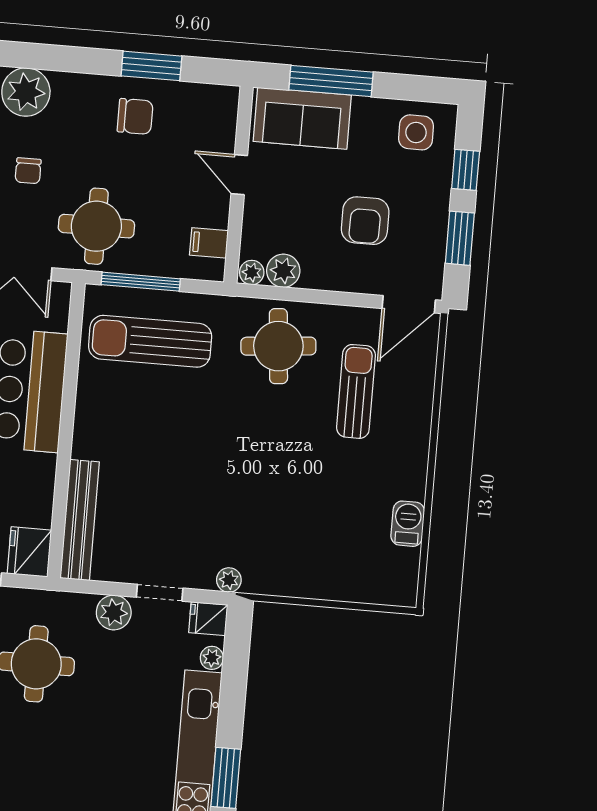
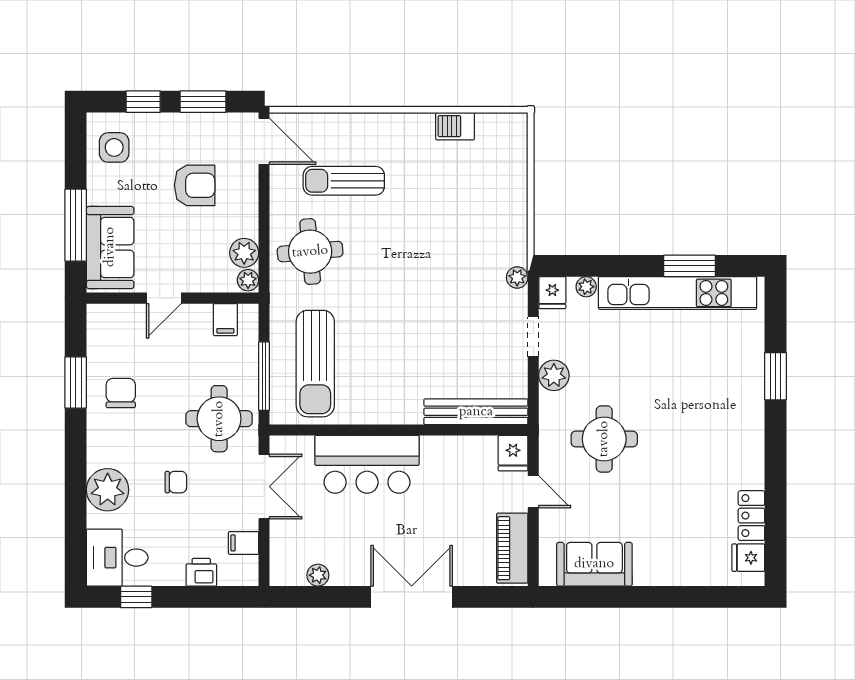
fridge: (29, 552) -> (513, 453), width x0.72

